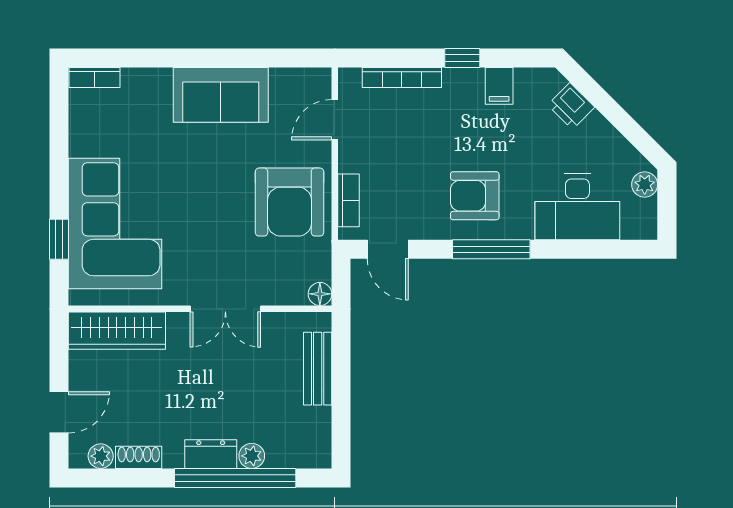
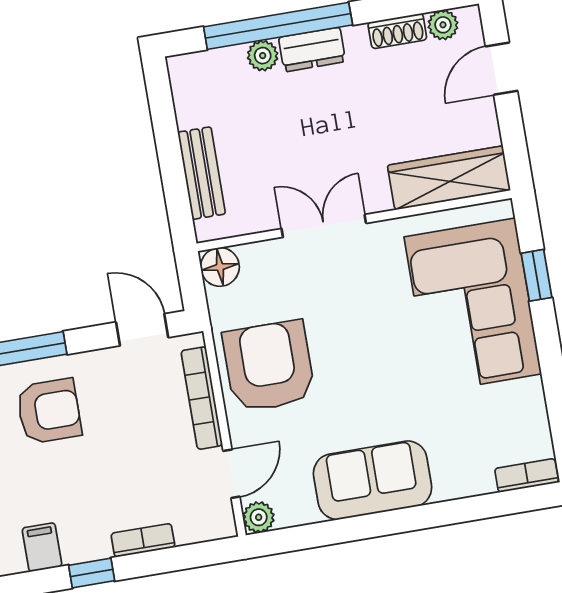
bookcase: (402, 78) -> (143, 540), width x0.64
plant: (319, 80) -> (259, 517), added
bookcase: (348, 200) -> (202, 398), width x1.56
floor lamp: (320, 294) -> (220, 267), width x1.37, depth x1.37

